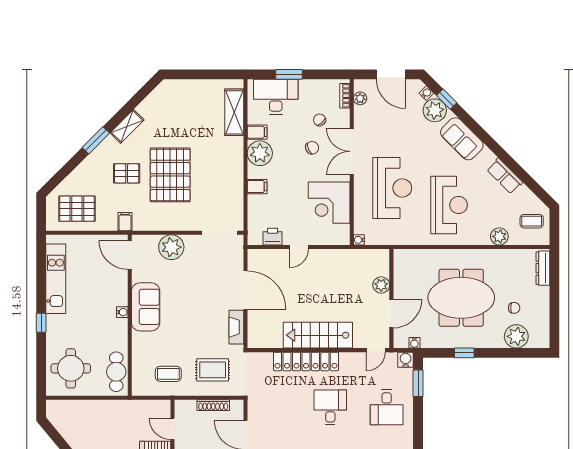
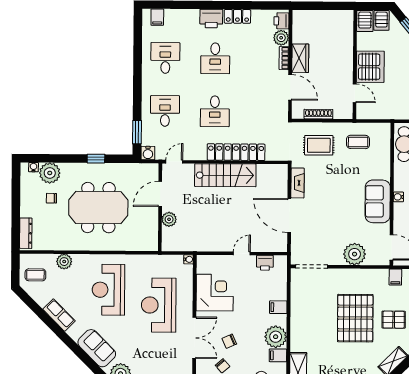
water cooler: (414, 343) -> (33, 167), moved

